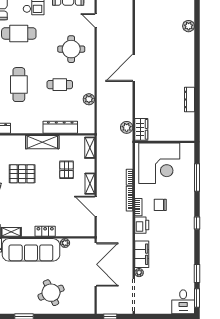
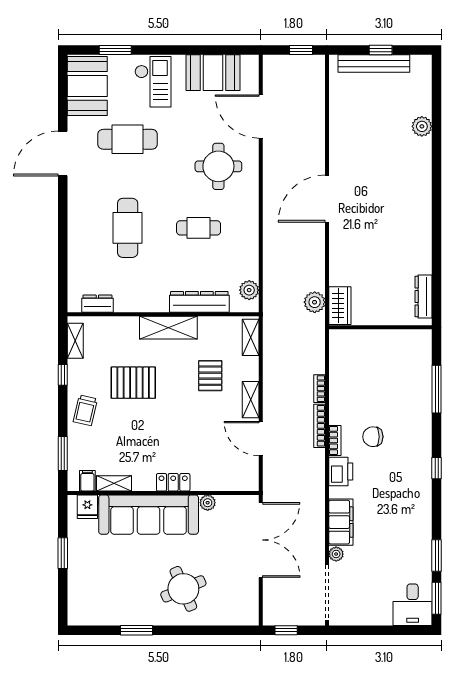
door: (96, 20) -> (261, 117), width x1.88
plant: (89, 99) -> (249, 290), moved
dresser: (189, 99) -> (424, 297), moved
corner desk: (159, 163) -> (371, 364), removed

